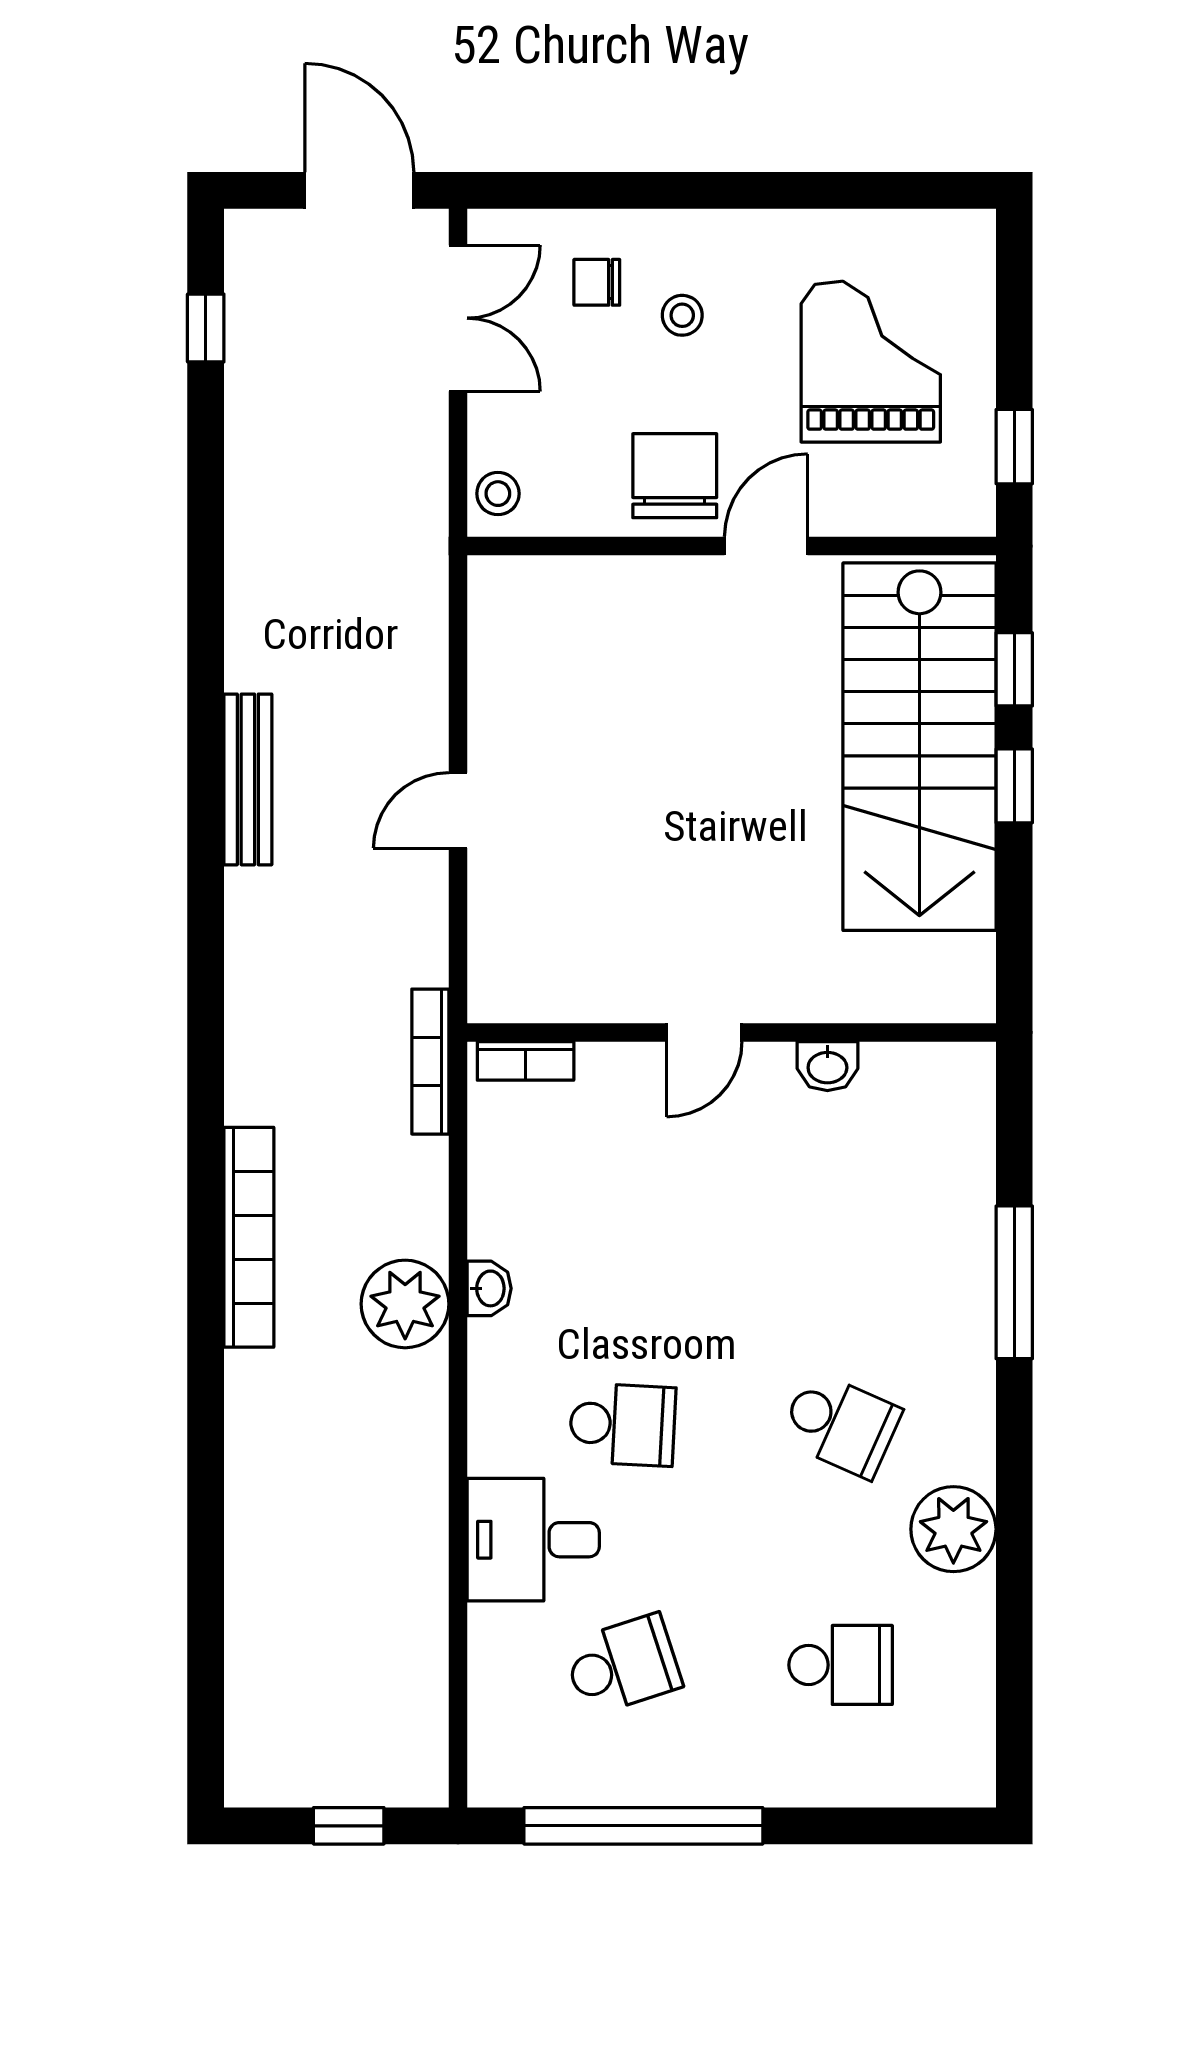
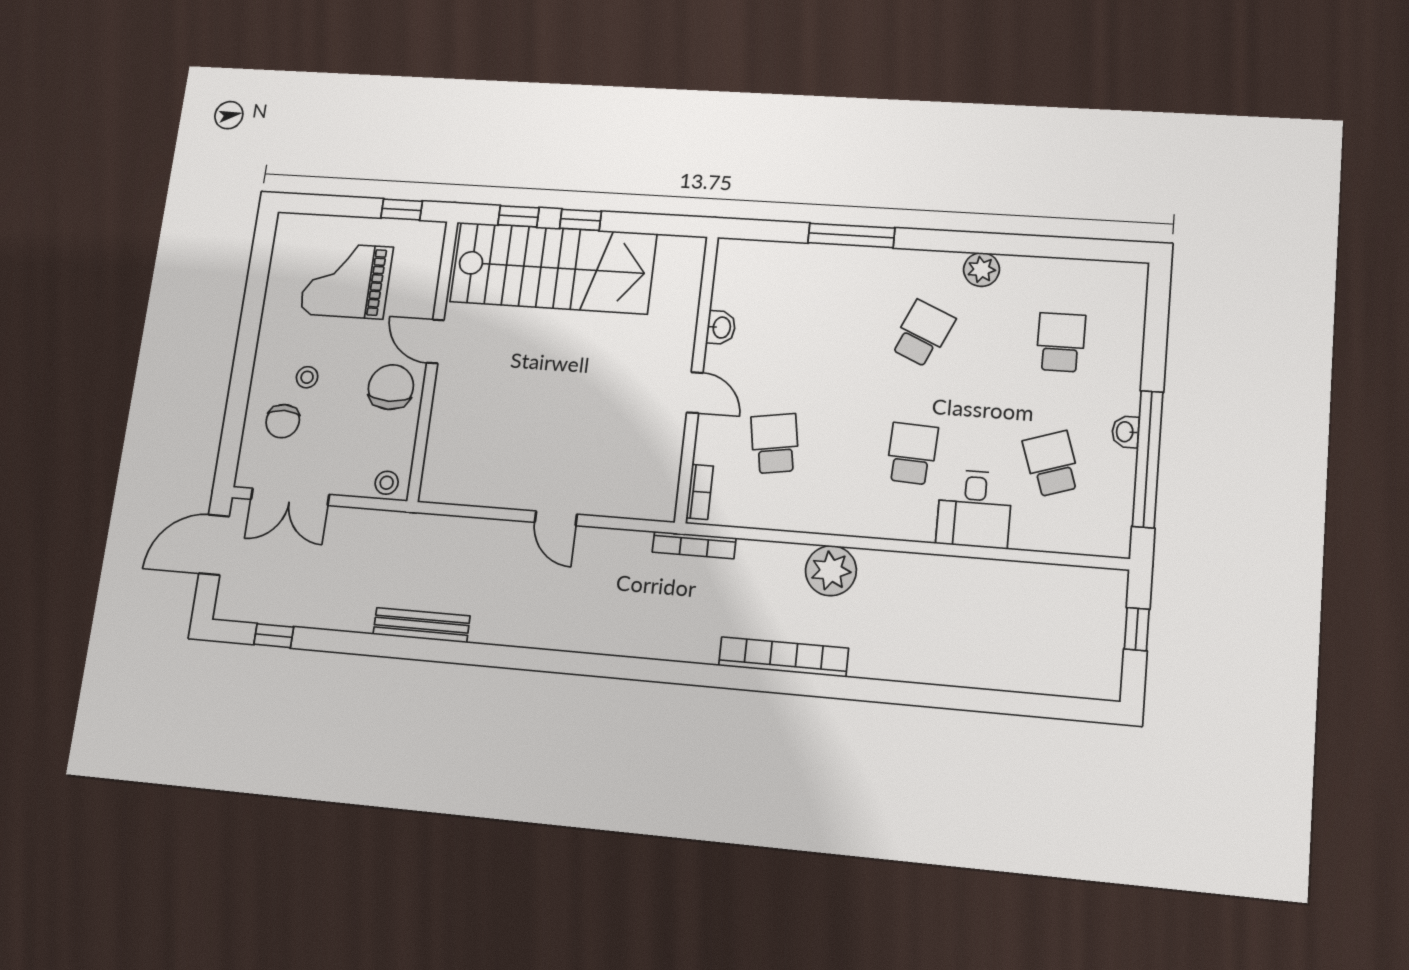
chair: (597, 282) -> (283, 421), width x1.37, depth x1.37
double door: (458, 318) -> (290, 497), swing flipped
chair: (675, 476) -> (391, 387), turned 90
bench: (248, 779) -> (421, 625), moved
school desk: (622, 1184) -> (775, 443), added
washbasin: (489, 1288) -> (1125, 432), moved, turned -90
plant: (953, 1529) -> (981, 270), width x0.73, depth x0.73

